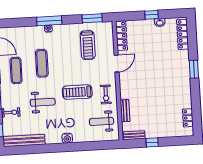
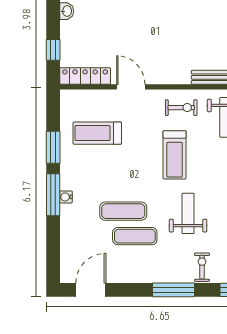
window: (151, 15) -> (53, 50), moved
window: (92, 18) -> (53, 147), moved
treadmill: (88, 45) -> (97, 133), turned 180
exercise mat: (16, 70) -> (135, 236), moved

